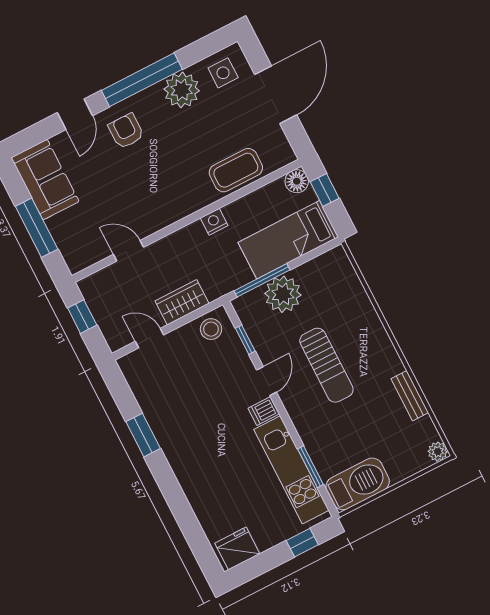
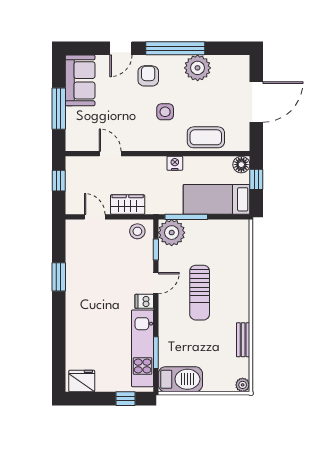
side table: (223, 73) -> (165, 112), moved
plant: (283, 294) -> (172, 233), moved

